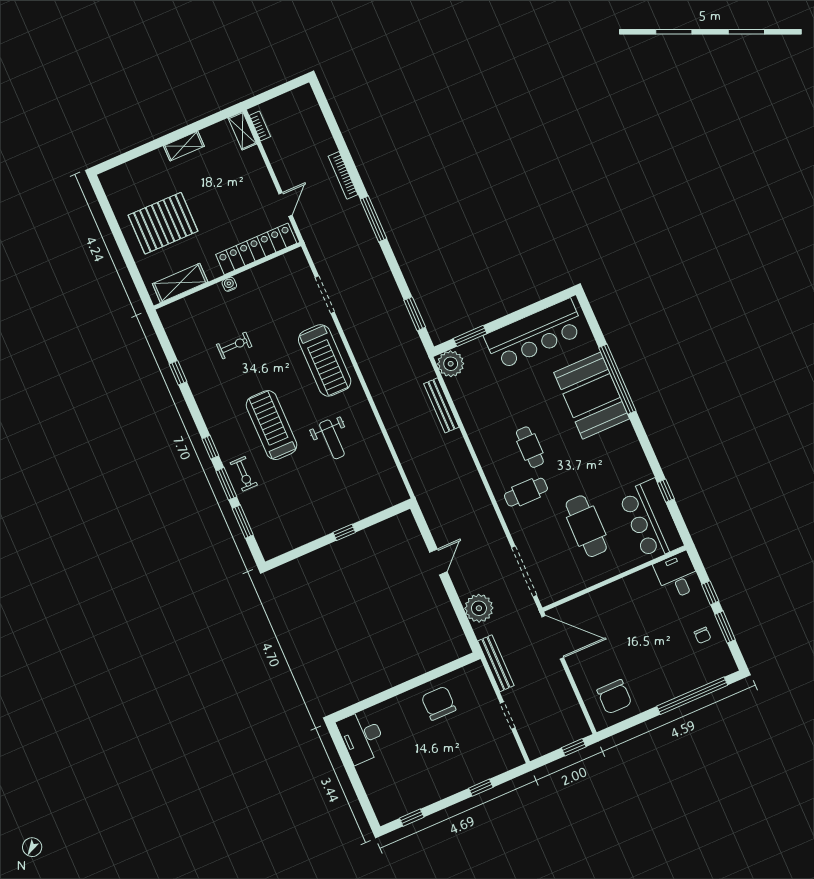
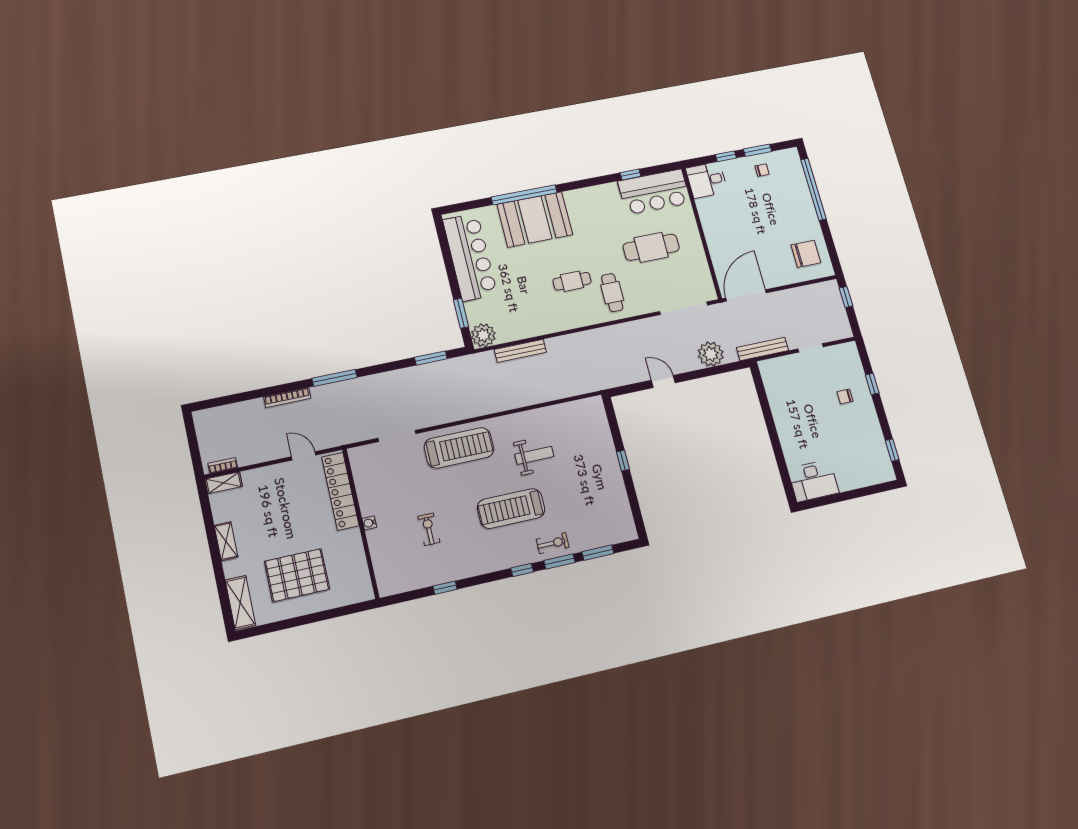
pallet: (163, 223) -> (297, 575), turned 90
shelving: (180, 283) -> (240, 603), moved
chair: (439, 703) -> (845, 397), moved, width x0.54, depth x0.54

